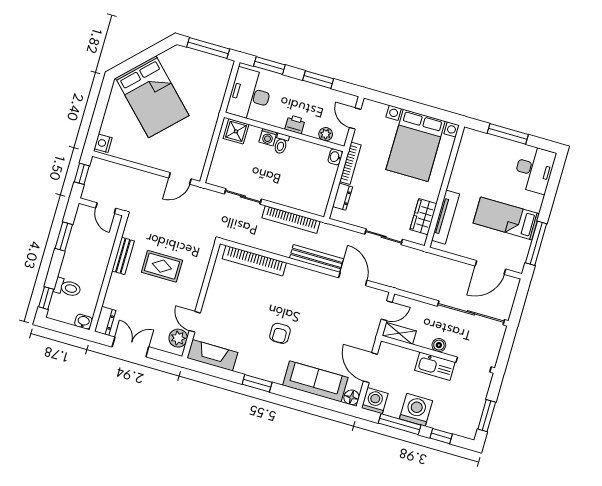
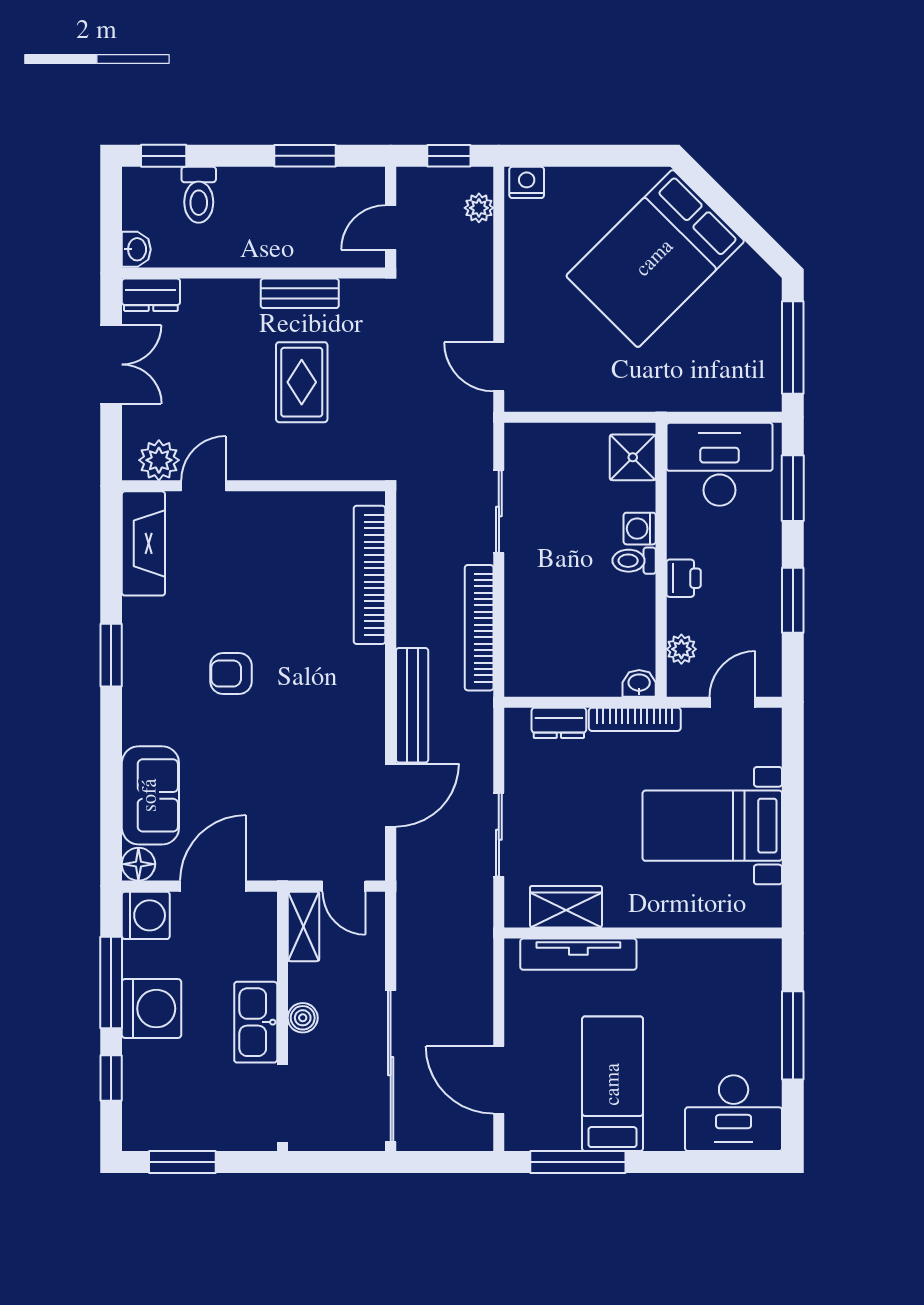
bed with nightstands: (416, 145) -> (712, 826), width x0.73
plant: (108, 167) -> (479, 208), added
sofa: (315, 381) -> (150, 795), width x0.73

